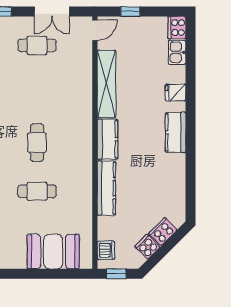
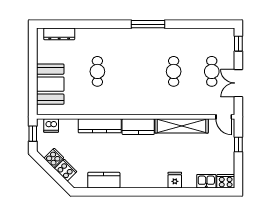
kitchen counter: (176, 132) -> (104, 180), moved
cafe table: (37, 143) -> (174, 71), moved, turned 90

